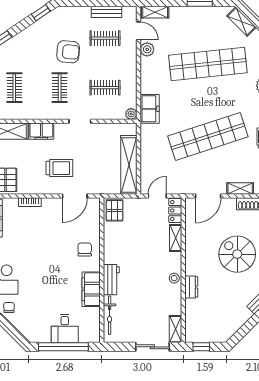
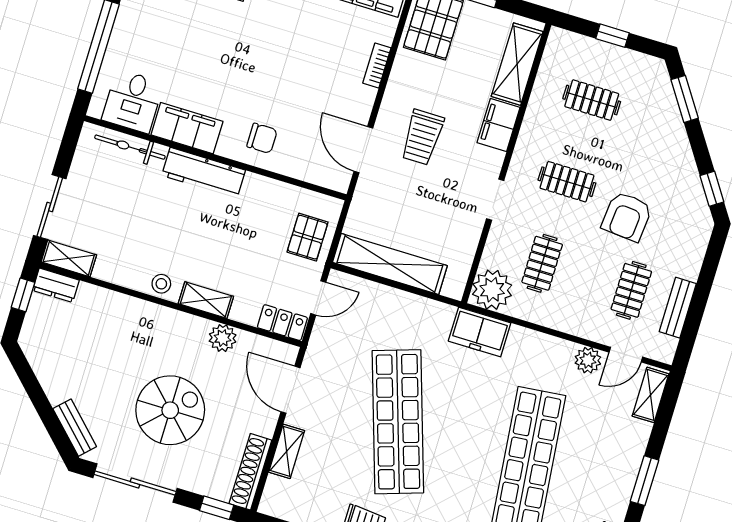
plant: (131, 114) -> (492, 290), width x1.88, depth x1.88
door: (157, 196) -> (318, 298), hinge flipped
pallet: (115, 210) -> (308, 237), moved, turned 90
shelving: (176, 238) -> (206, 300), moved
plant: (192, 239) -> (223, 338), added
workbench: (111, 280) -> (204, 173), width x1.38
dresser: (191, 287) -> (56, 285), moved
desk: (65, 328) -> (133, 101), moved, turned -90

